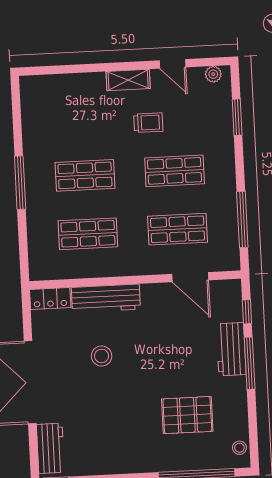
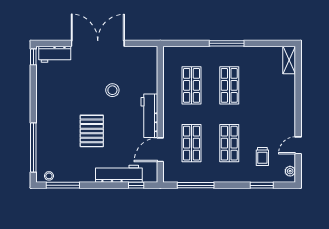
shelving: (128, 80) -> (289, 60), moved
trolley: (148, 123) -> (262, 157), moved
workbench: (106, 298) -> (149, 116), moved
locker: (50, 299) -> (151, 59), removed
workbench: (231, 349) -> (119, 174), width x1.37
window: (250, 363) -> (63, 185), moved
pallet: (187, 415) -> (92, 131), moved

